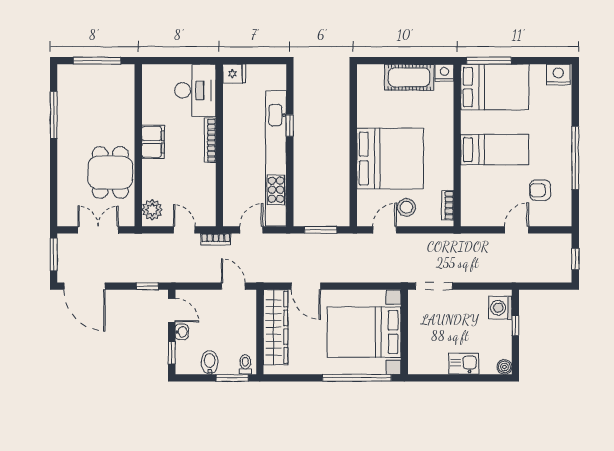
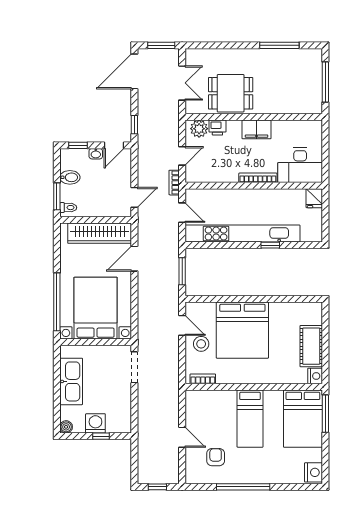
printer: (151, 188) -> (217, 128), added
washing machine: (500, 308) -> (95, 423), moved
kitchen sink: (464, 364) -> (71, 381), width x1.88, depth x1.24

